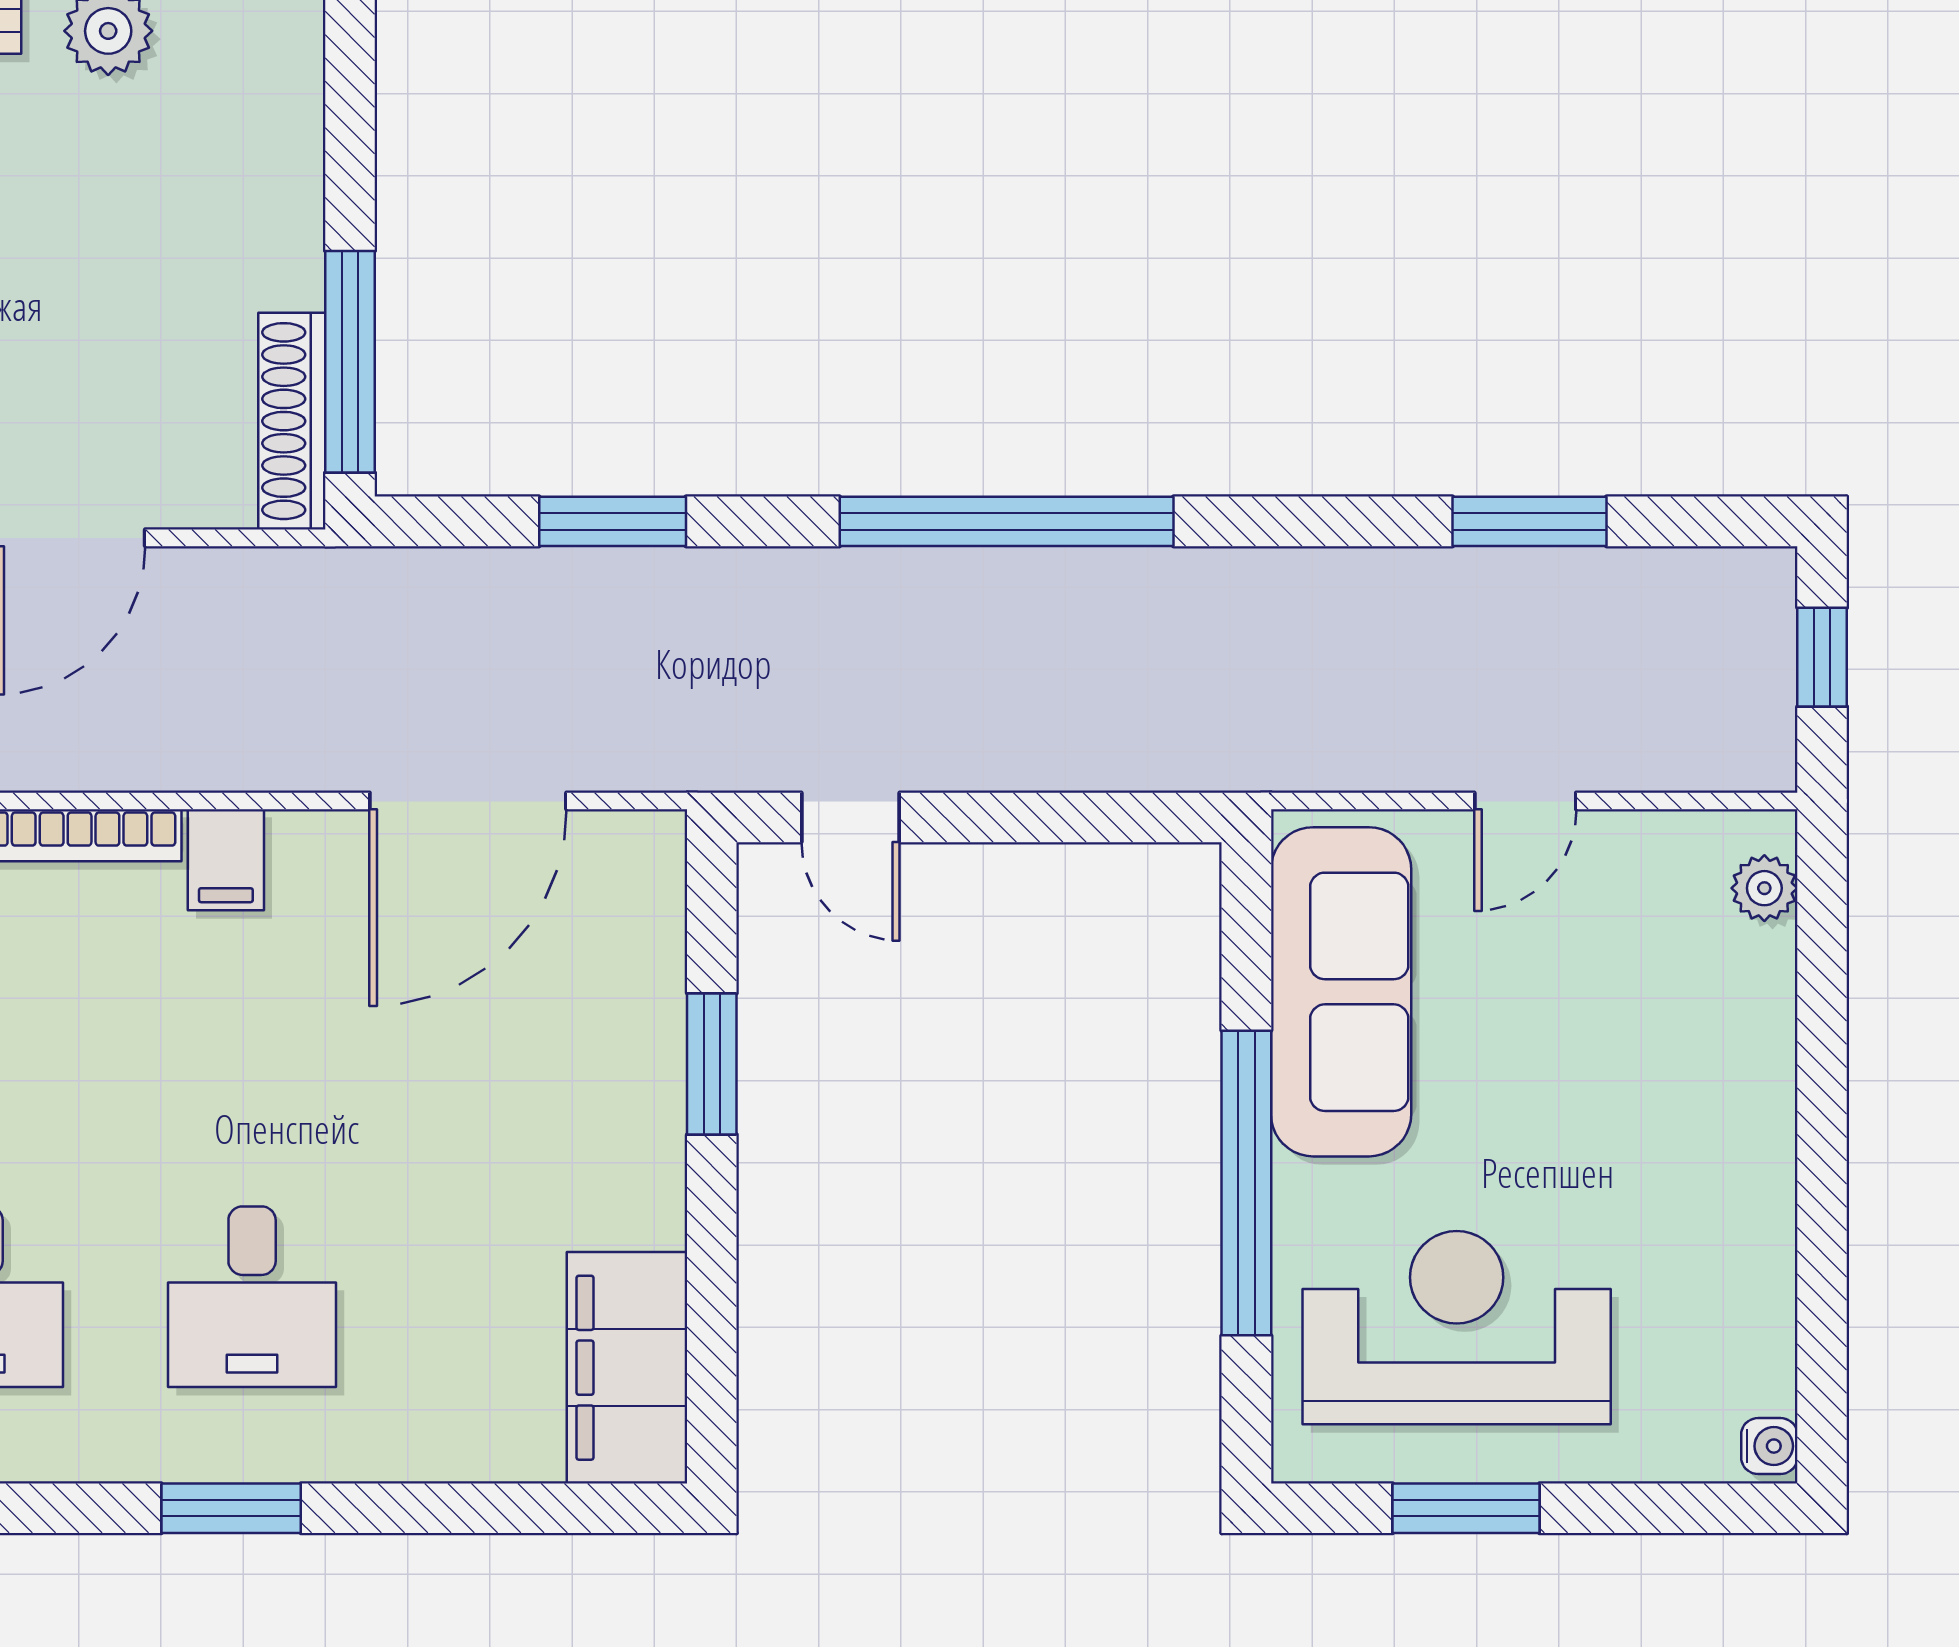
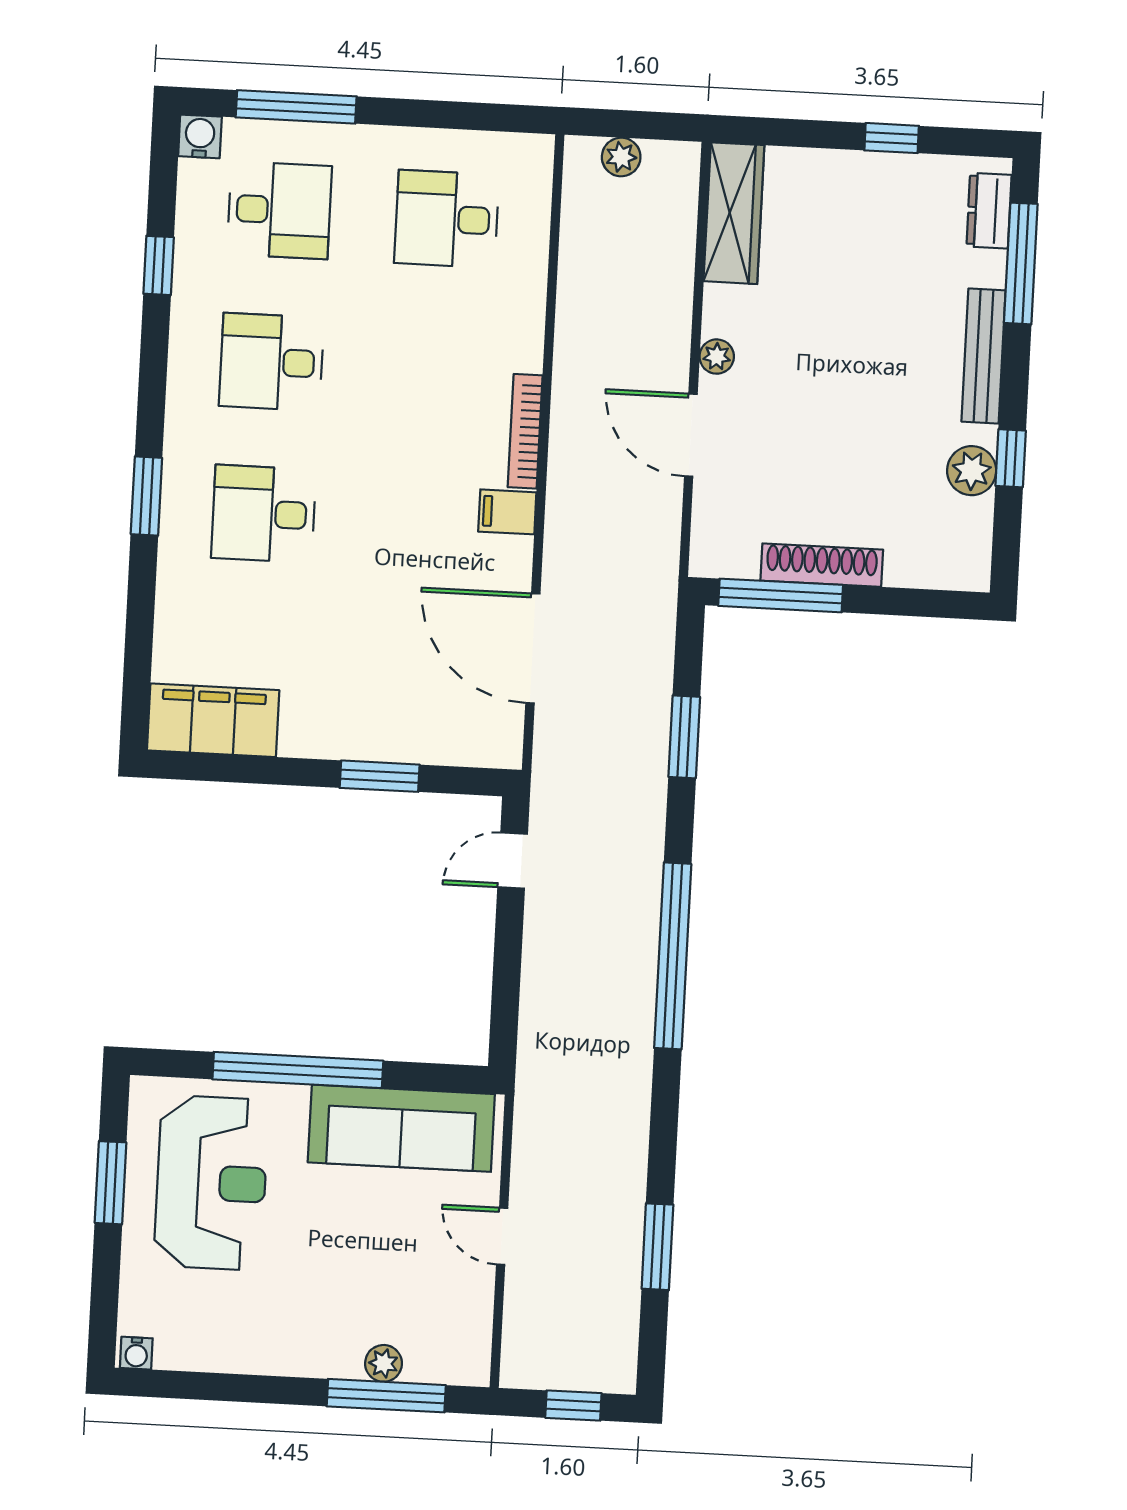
shoe rack: (292, 421) -> (822, 565), moved
plant: (1764, 888) -> (384, 1363), moved
window: (1822, 994) -> (386, 1396), added

